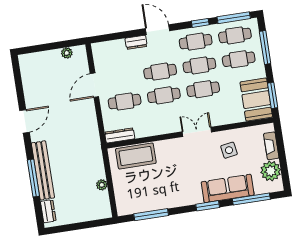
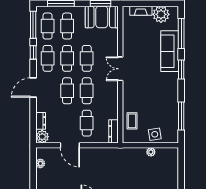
dresser: (136, 42) -> (41, 121), moved
plant: (100, 50) -> (42, 137), added
side table: (229, 150) -> (155, 134), moved
coffee table: (136, 156) -> (132, 121), width x0.54, depth x0.58

